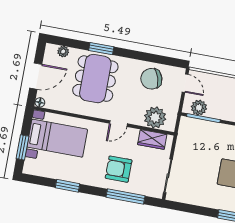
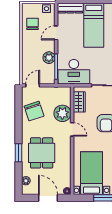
dining table: (95, 79) -> (42, 153), width x0.73
plant: (199, 108) -> (49, 58), moved
plant: (155, 117) -> (62, 113), moved
desk: (193, 140) -> (74, 72), added

